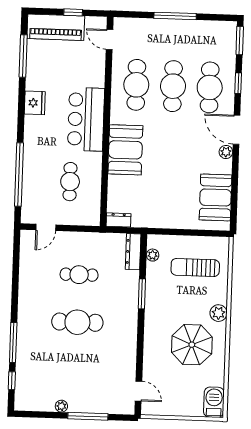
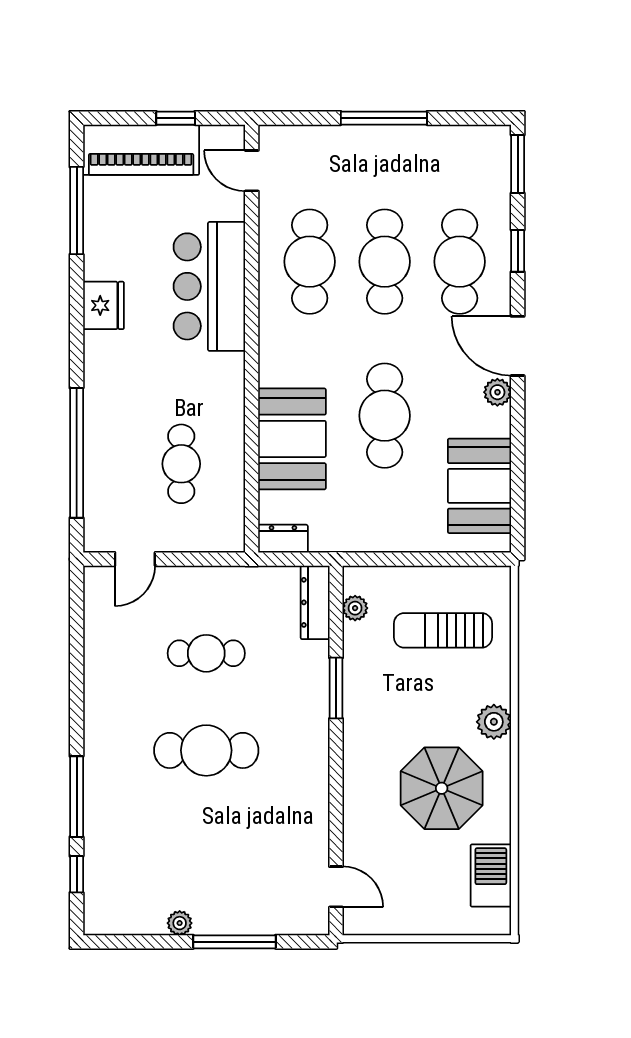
bar counter: (86, 119) -> (209, 286), moved
booth: (125, 150) -> (292, 439), moved
cafe table: (170, 161) -> (385, 416), added
barbecue: (214, 402) -> (491, 876), moved

